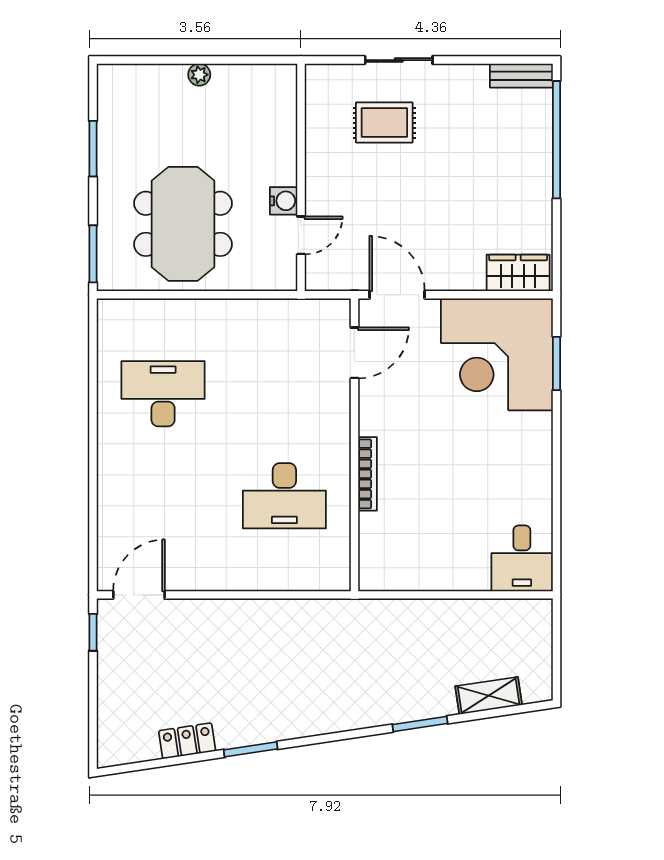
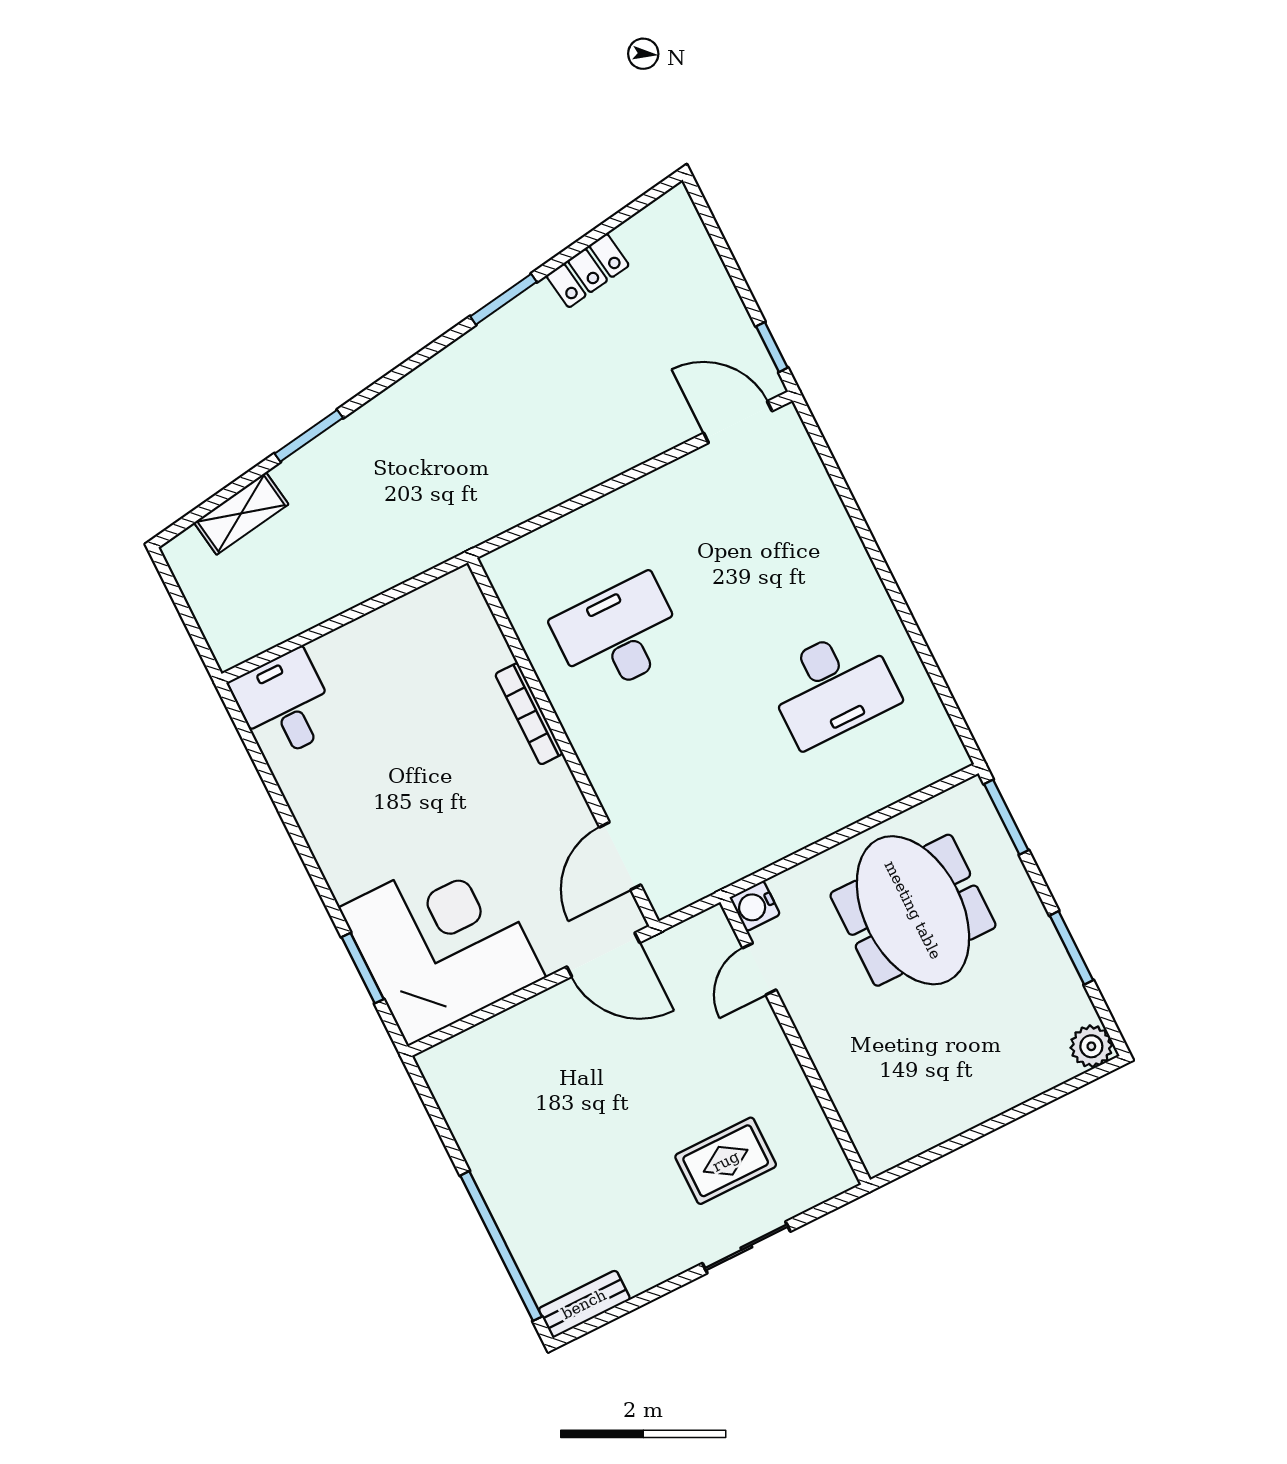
plant: (199, 75) -> (1091, 1046), moved, width x1.38, depth x1.38
water cooler: (284, 201) -> (755, 906), moved
wardrobe: (518, 273) -> (466, 1057), removed
door: (139, 595) -> (738, 422), swing flipped

